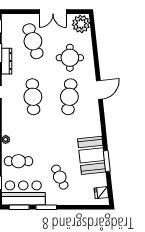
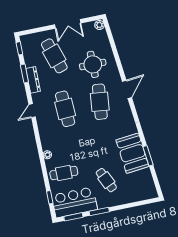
plant: (81, 24) -> (99, 25), width x0.53, depth x0.53
fridge: (101, 193) -> (149, 187), removed

